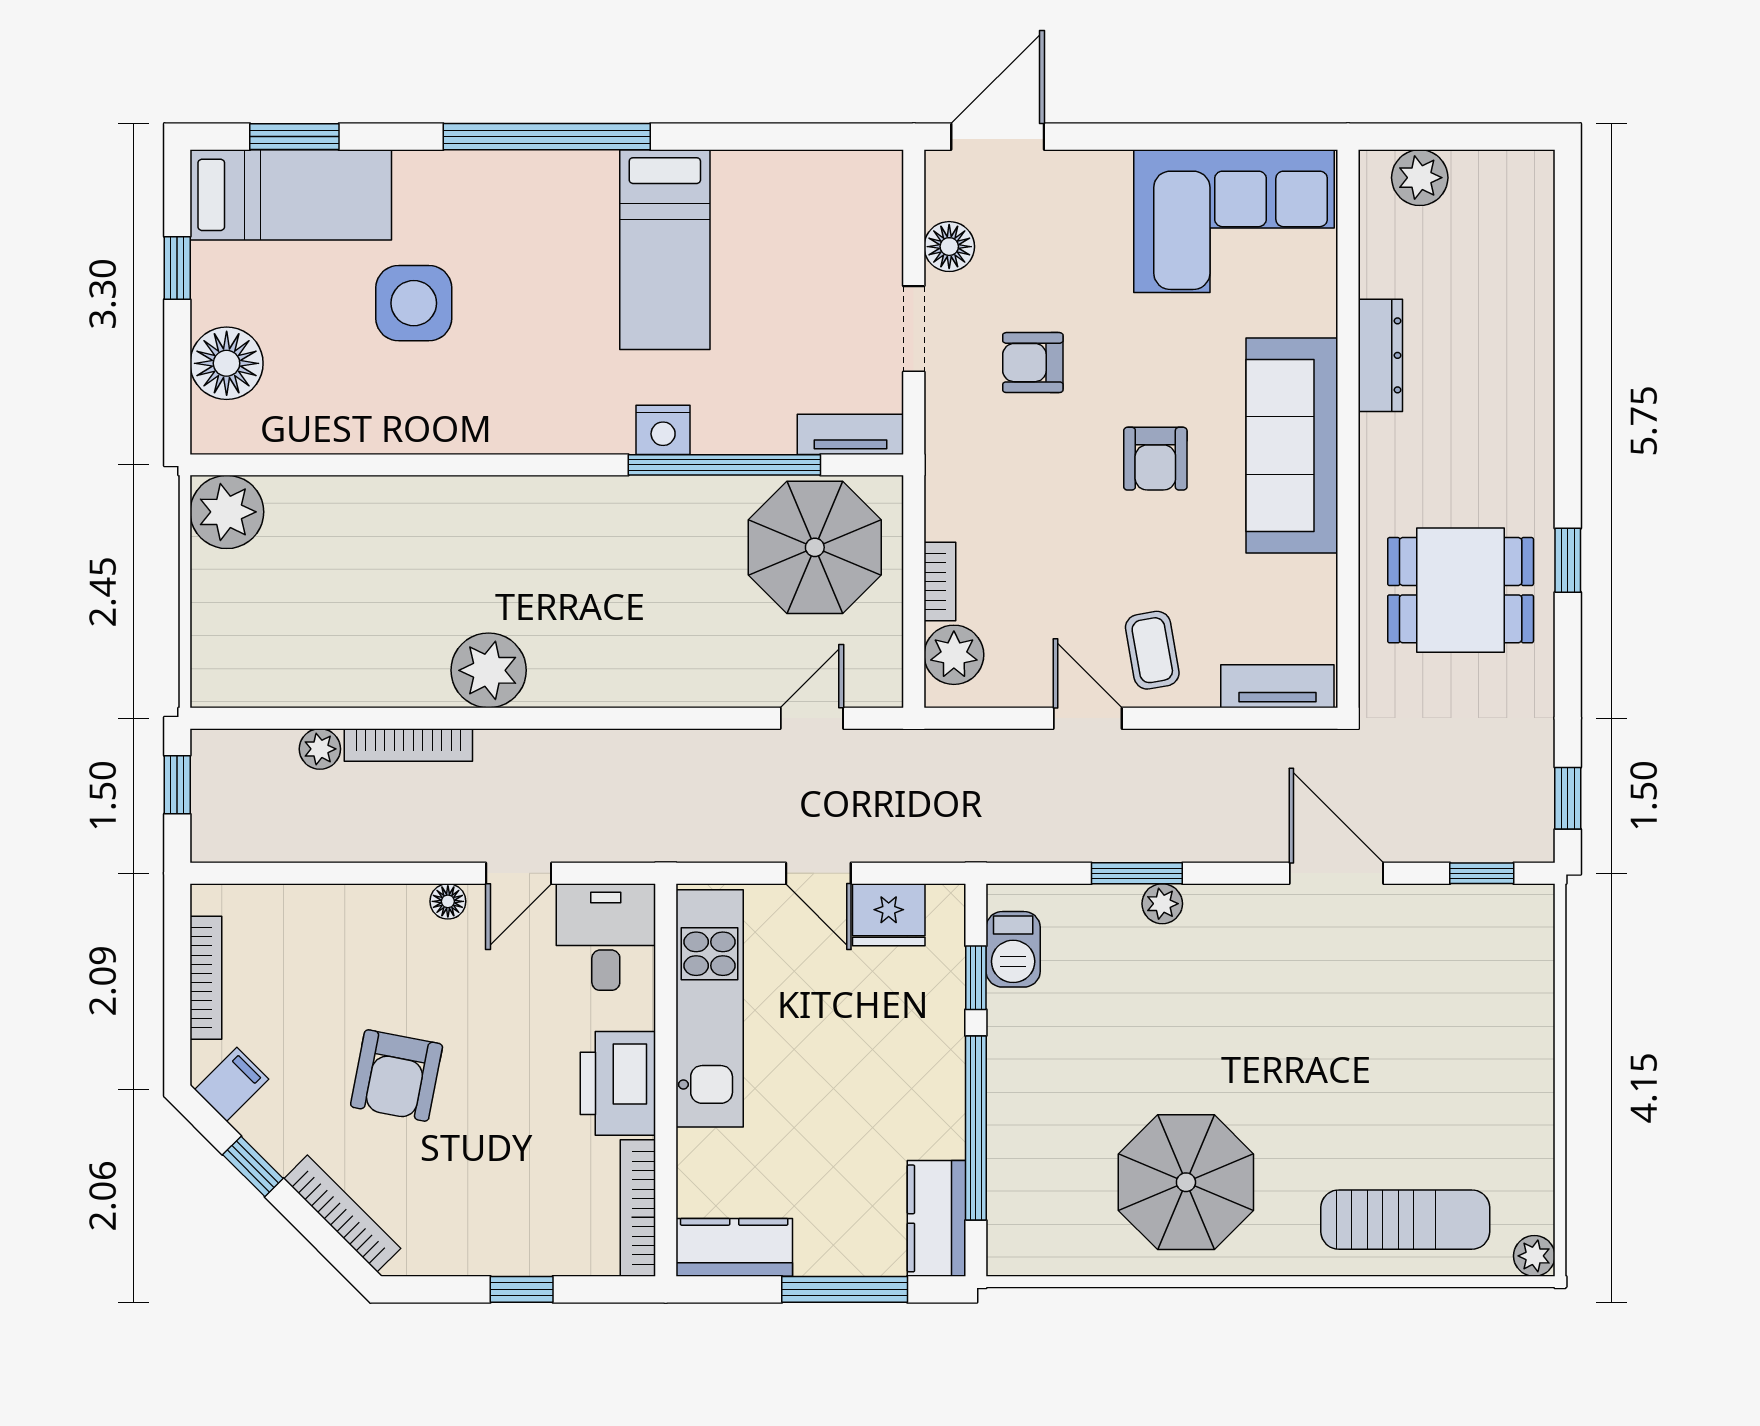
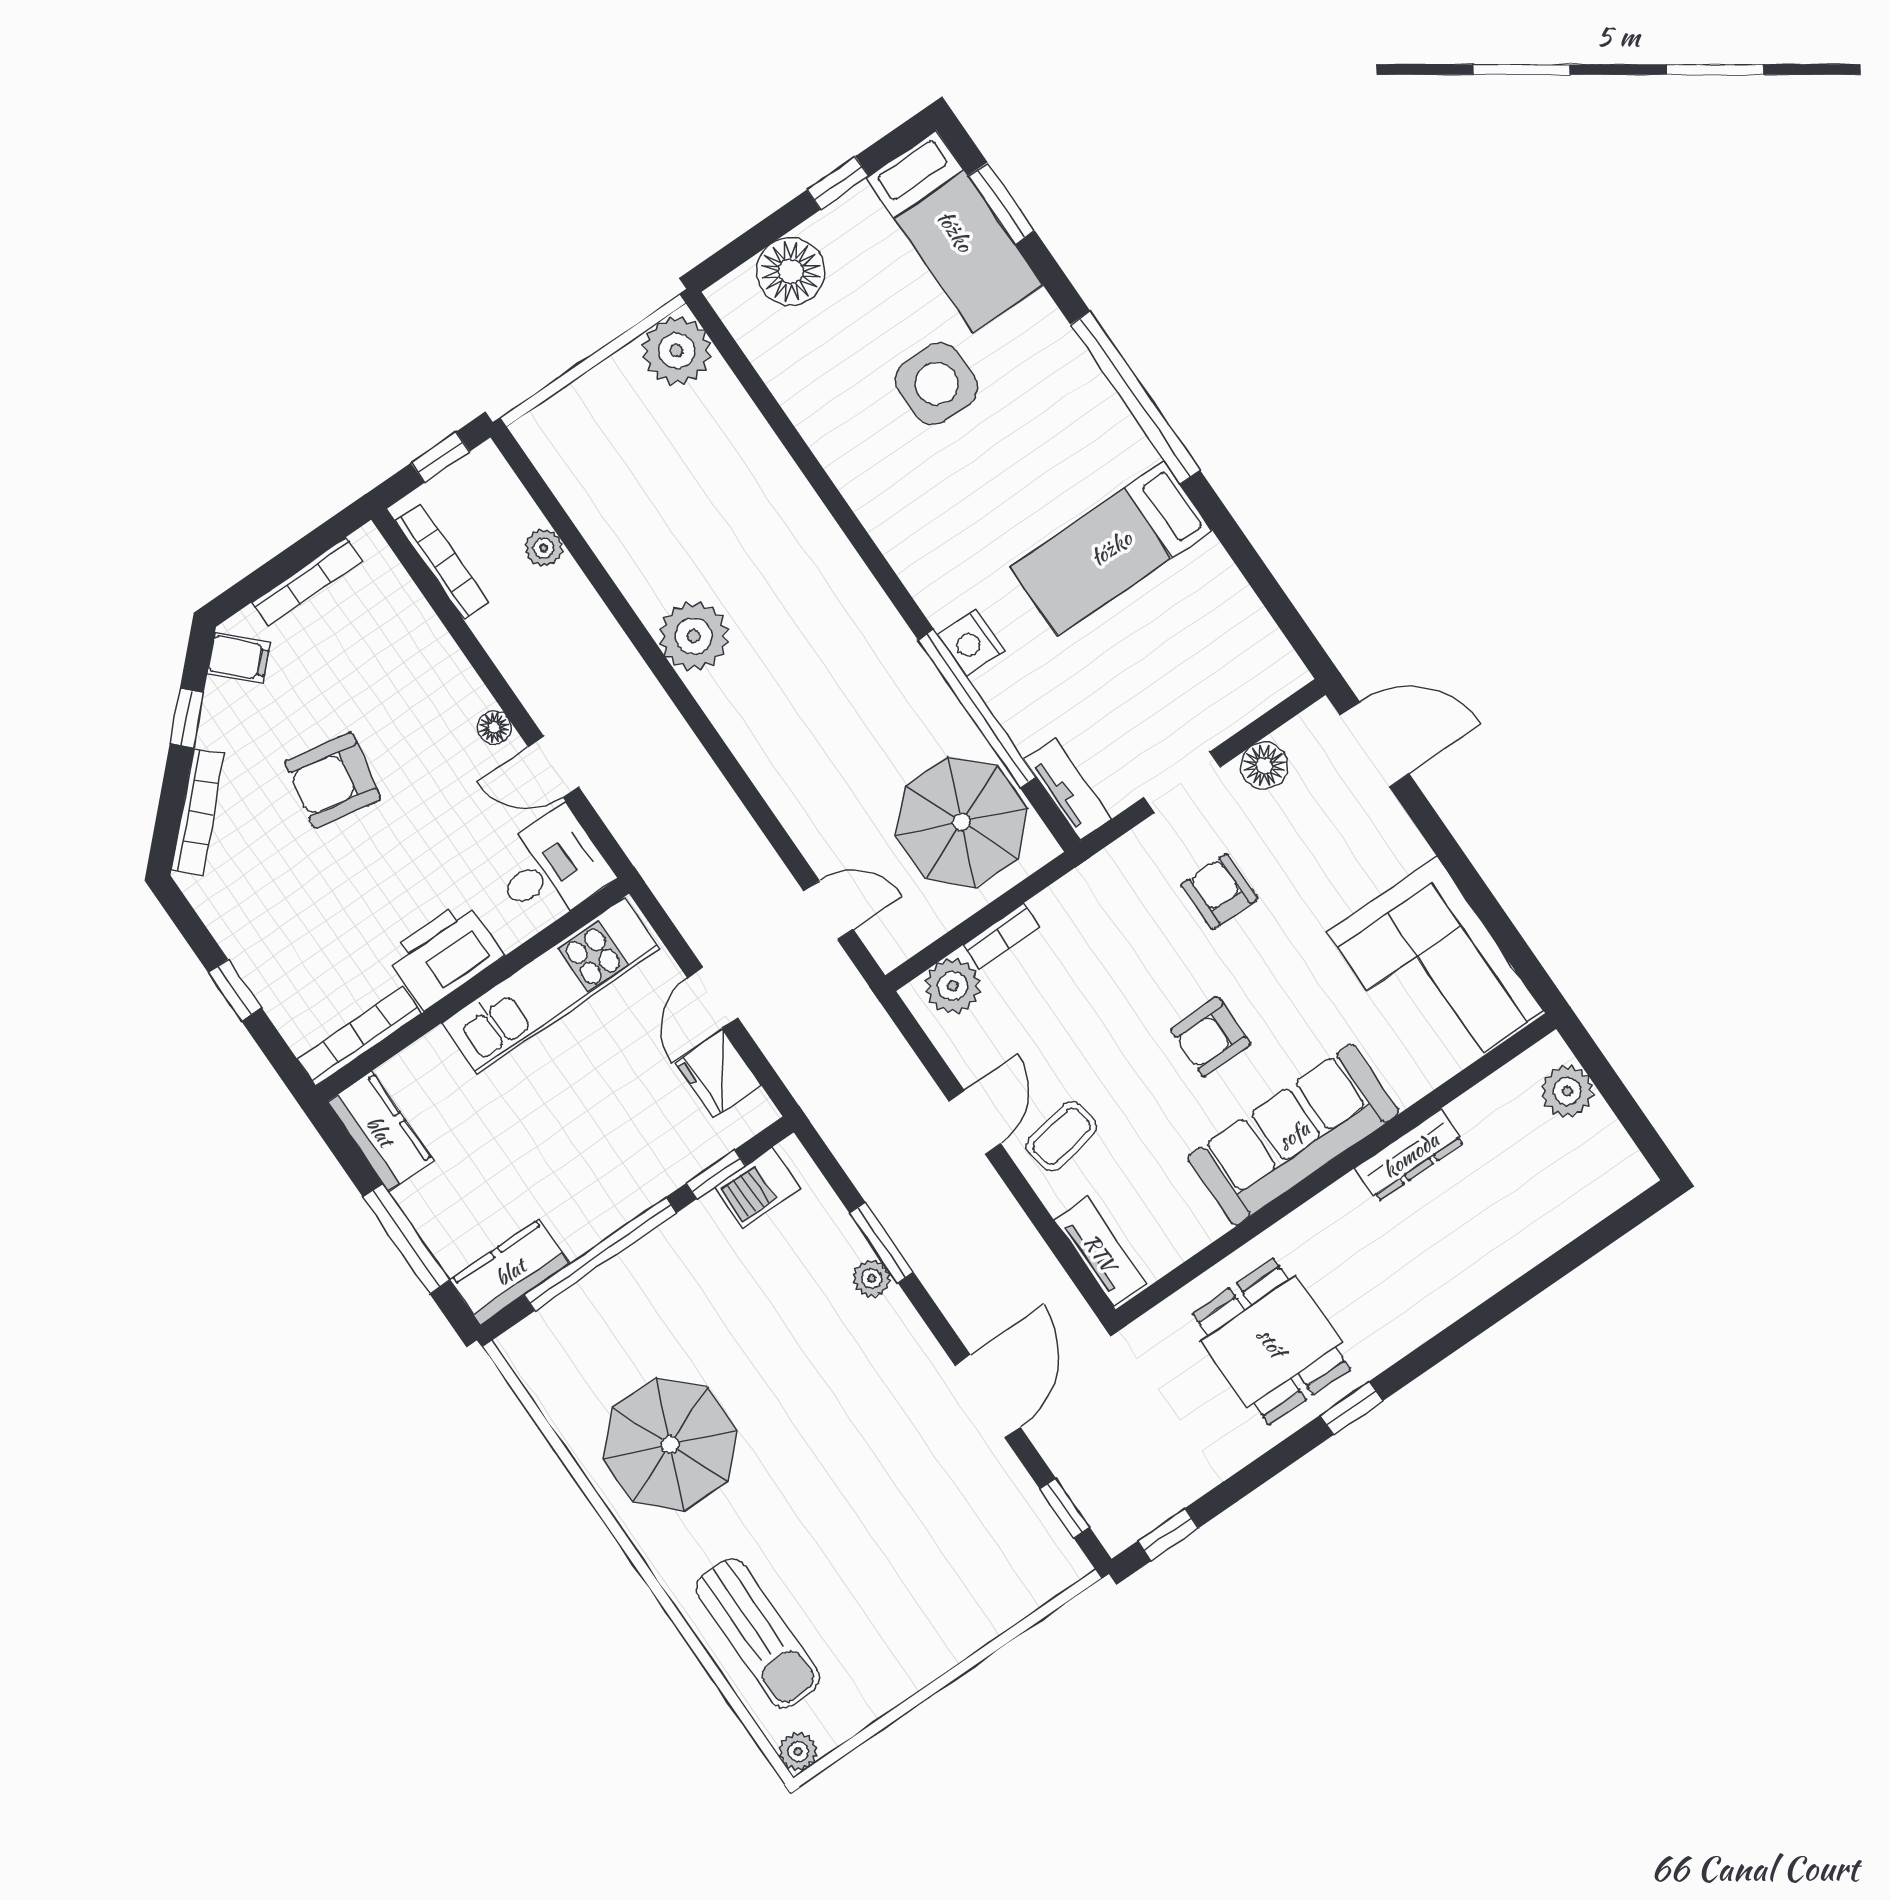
bookcase: (408, 745) -> (442, 562), moved, turned 180

